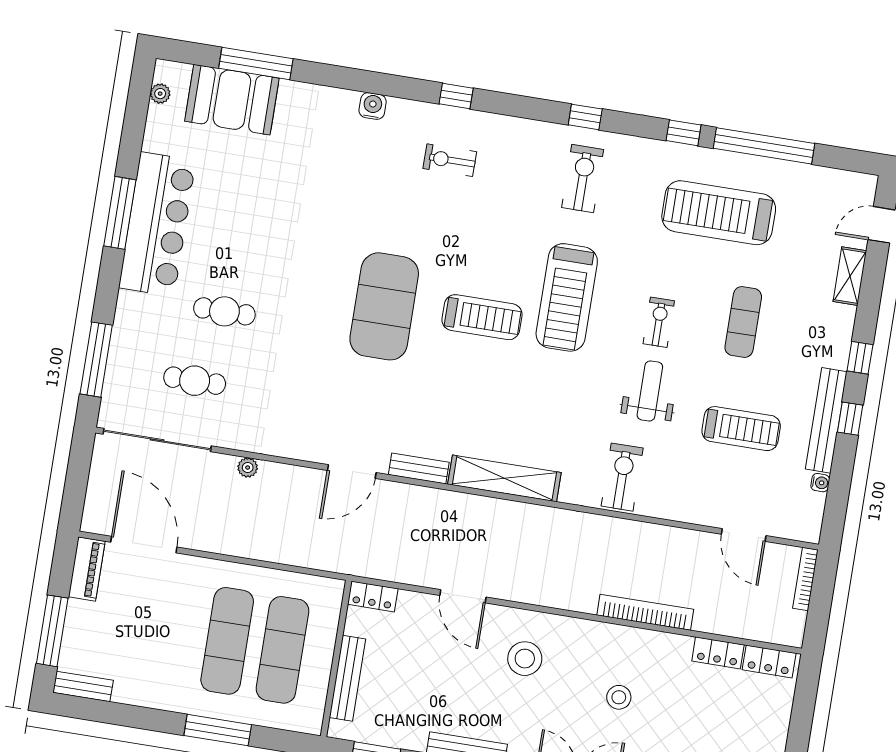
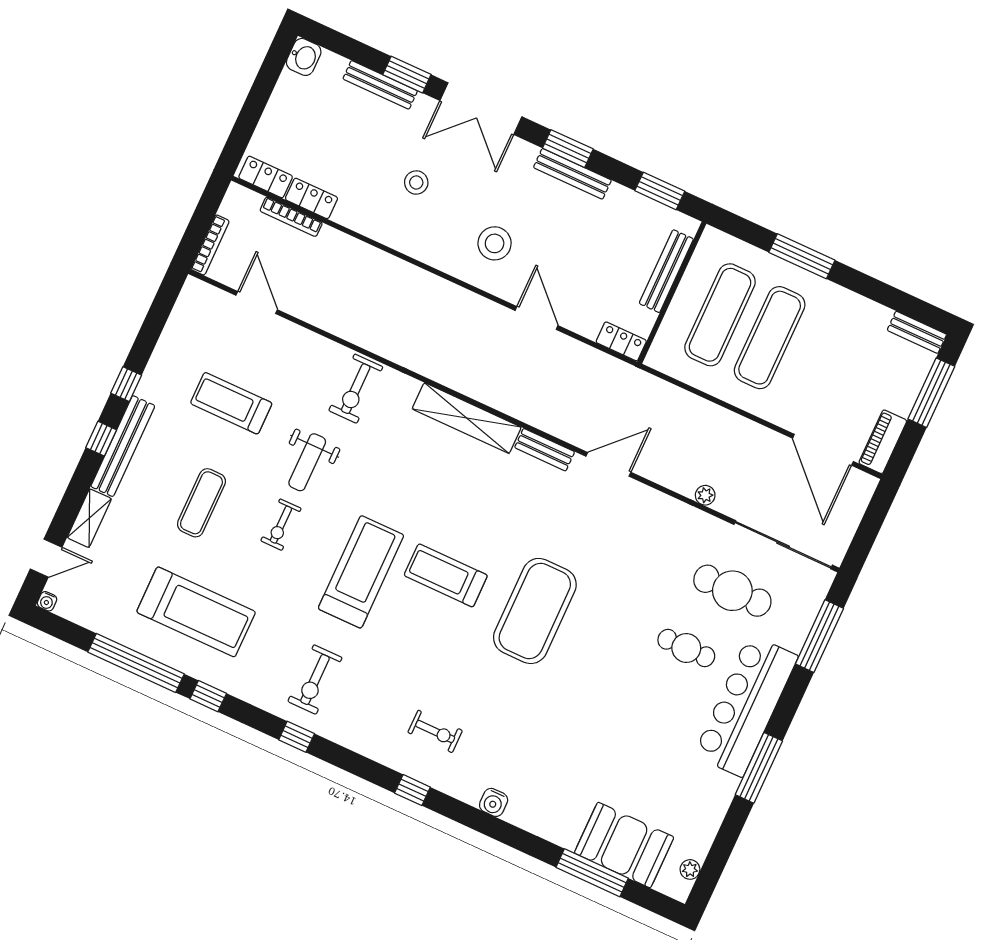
bar counter: (157, 224) -> (746, 706), moved
cafe table: (195, 381) -> (732, 591), width x1.37, depth x1.35
bench: (826, 420) -> (123, 446), moved
water cooler: (820, 483) -> (47, 601), moved, turned -90
bookcase: (645, 612) -> (291, 217), moved, width x0.68, depth x0.76

